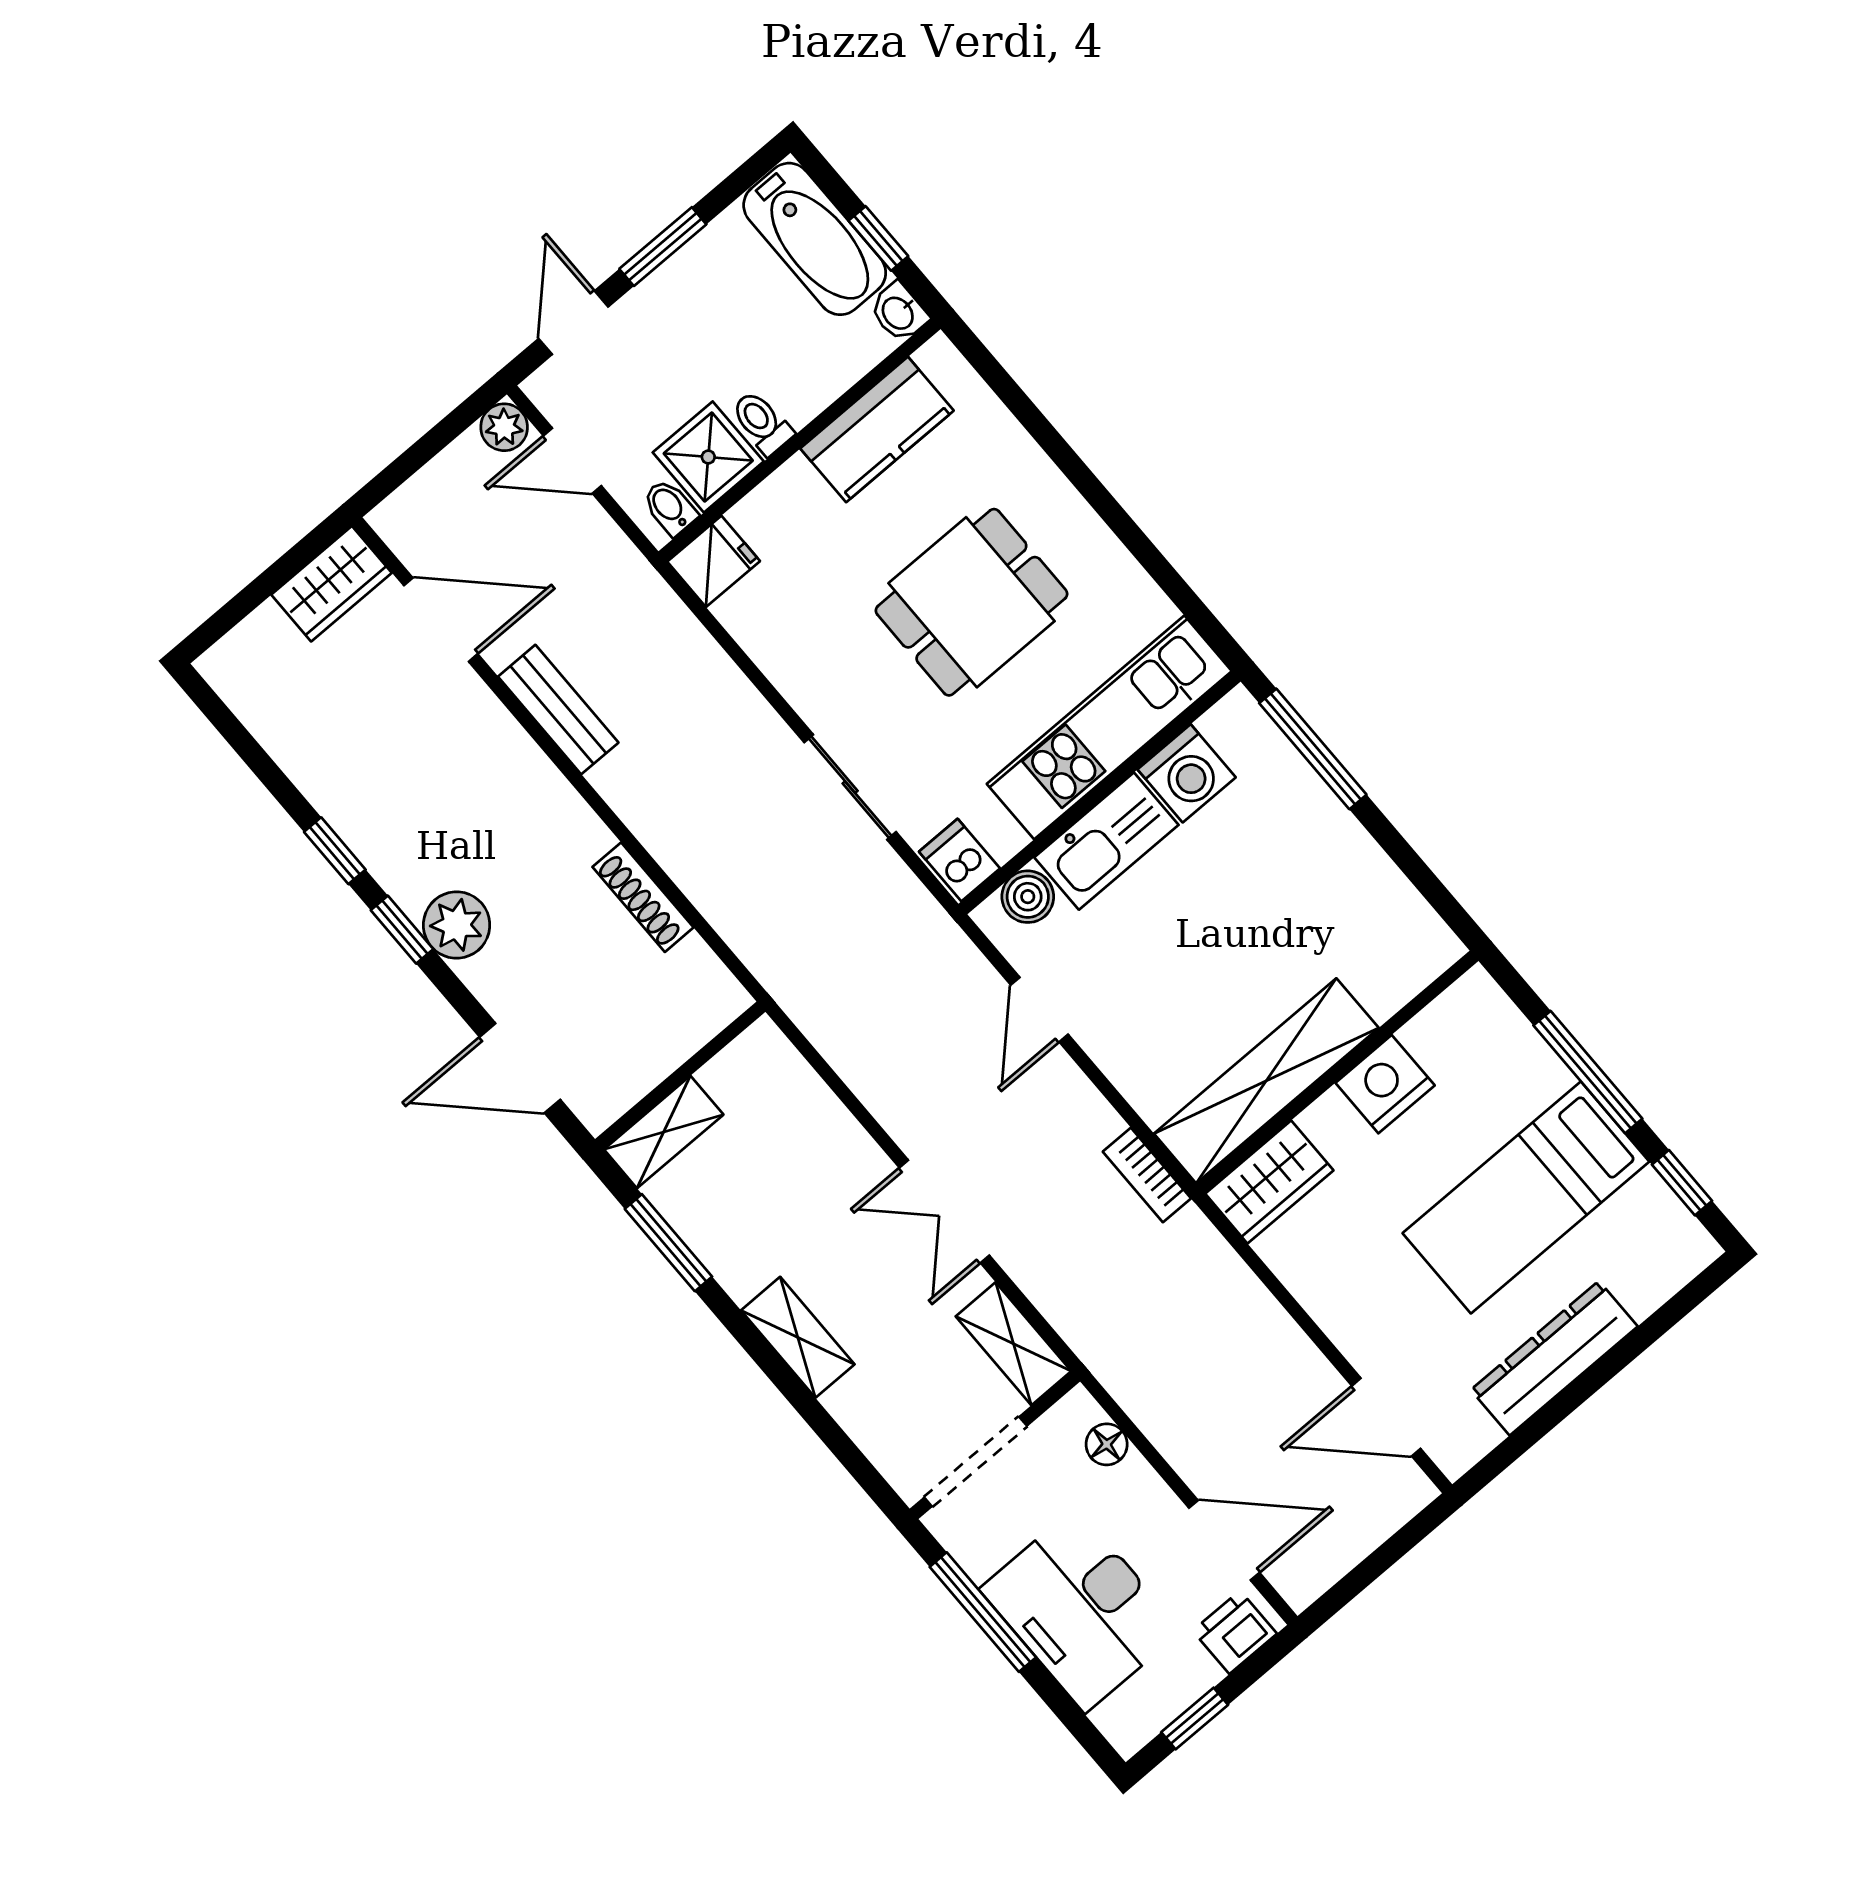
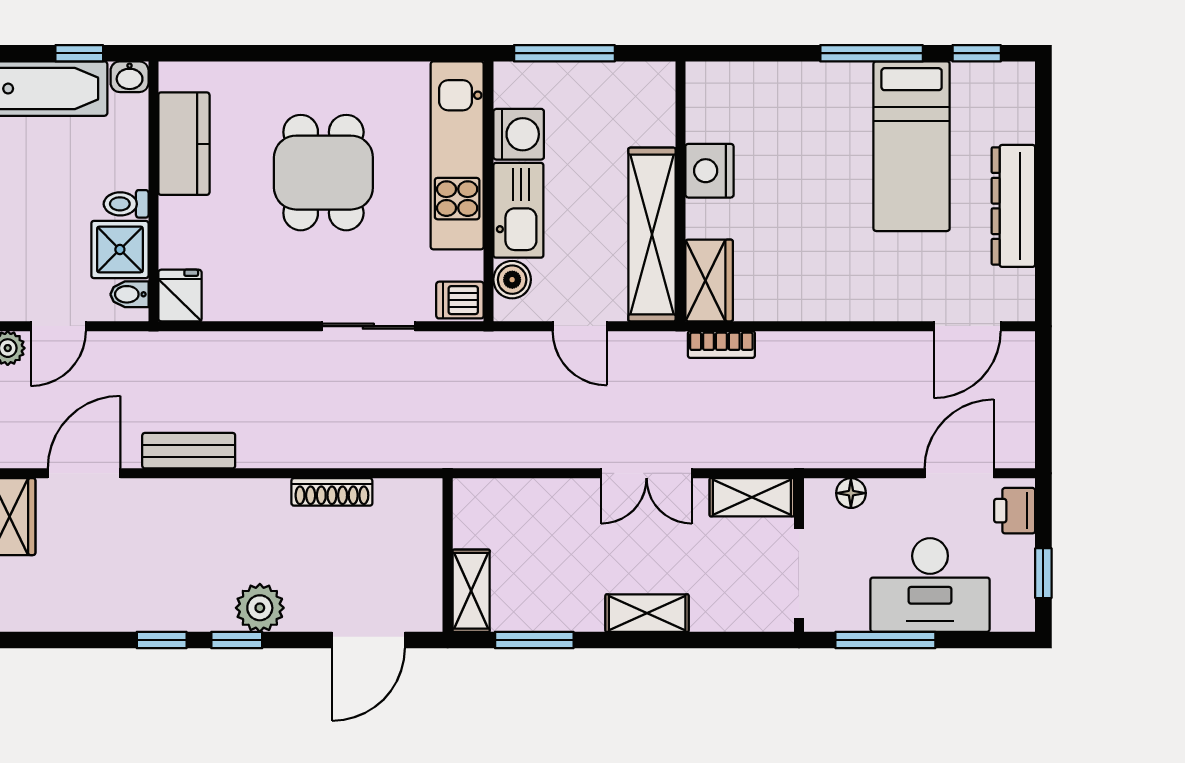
wall: (1337, 1072) -> (681, 191), moved
shelving: (1266, 1081) -> (652, 234), moved
nightstand: (1385, 1084) -> (710, 171), moved
wardrobe: (1269, 1182) -> (709, 280), moved

